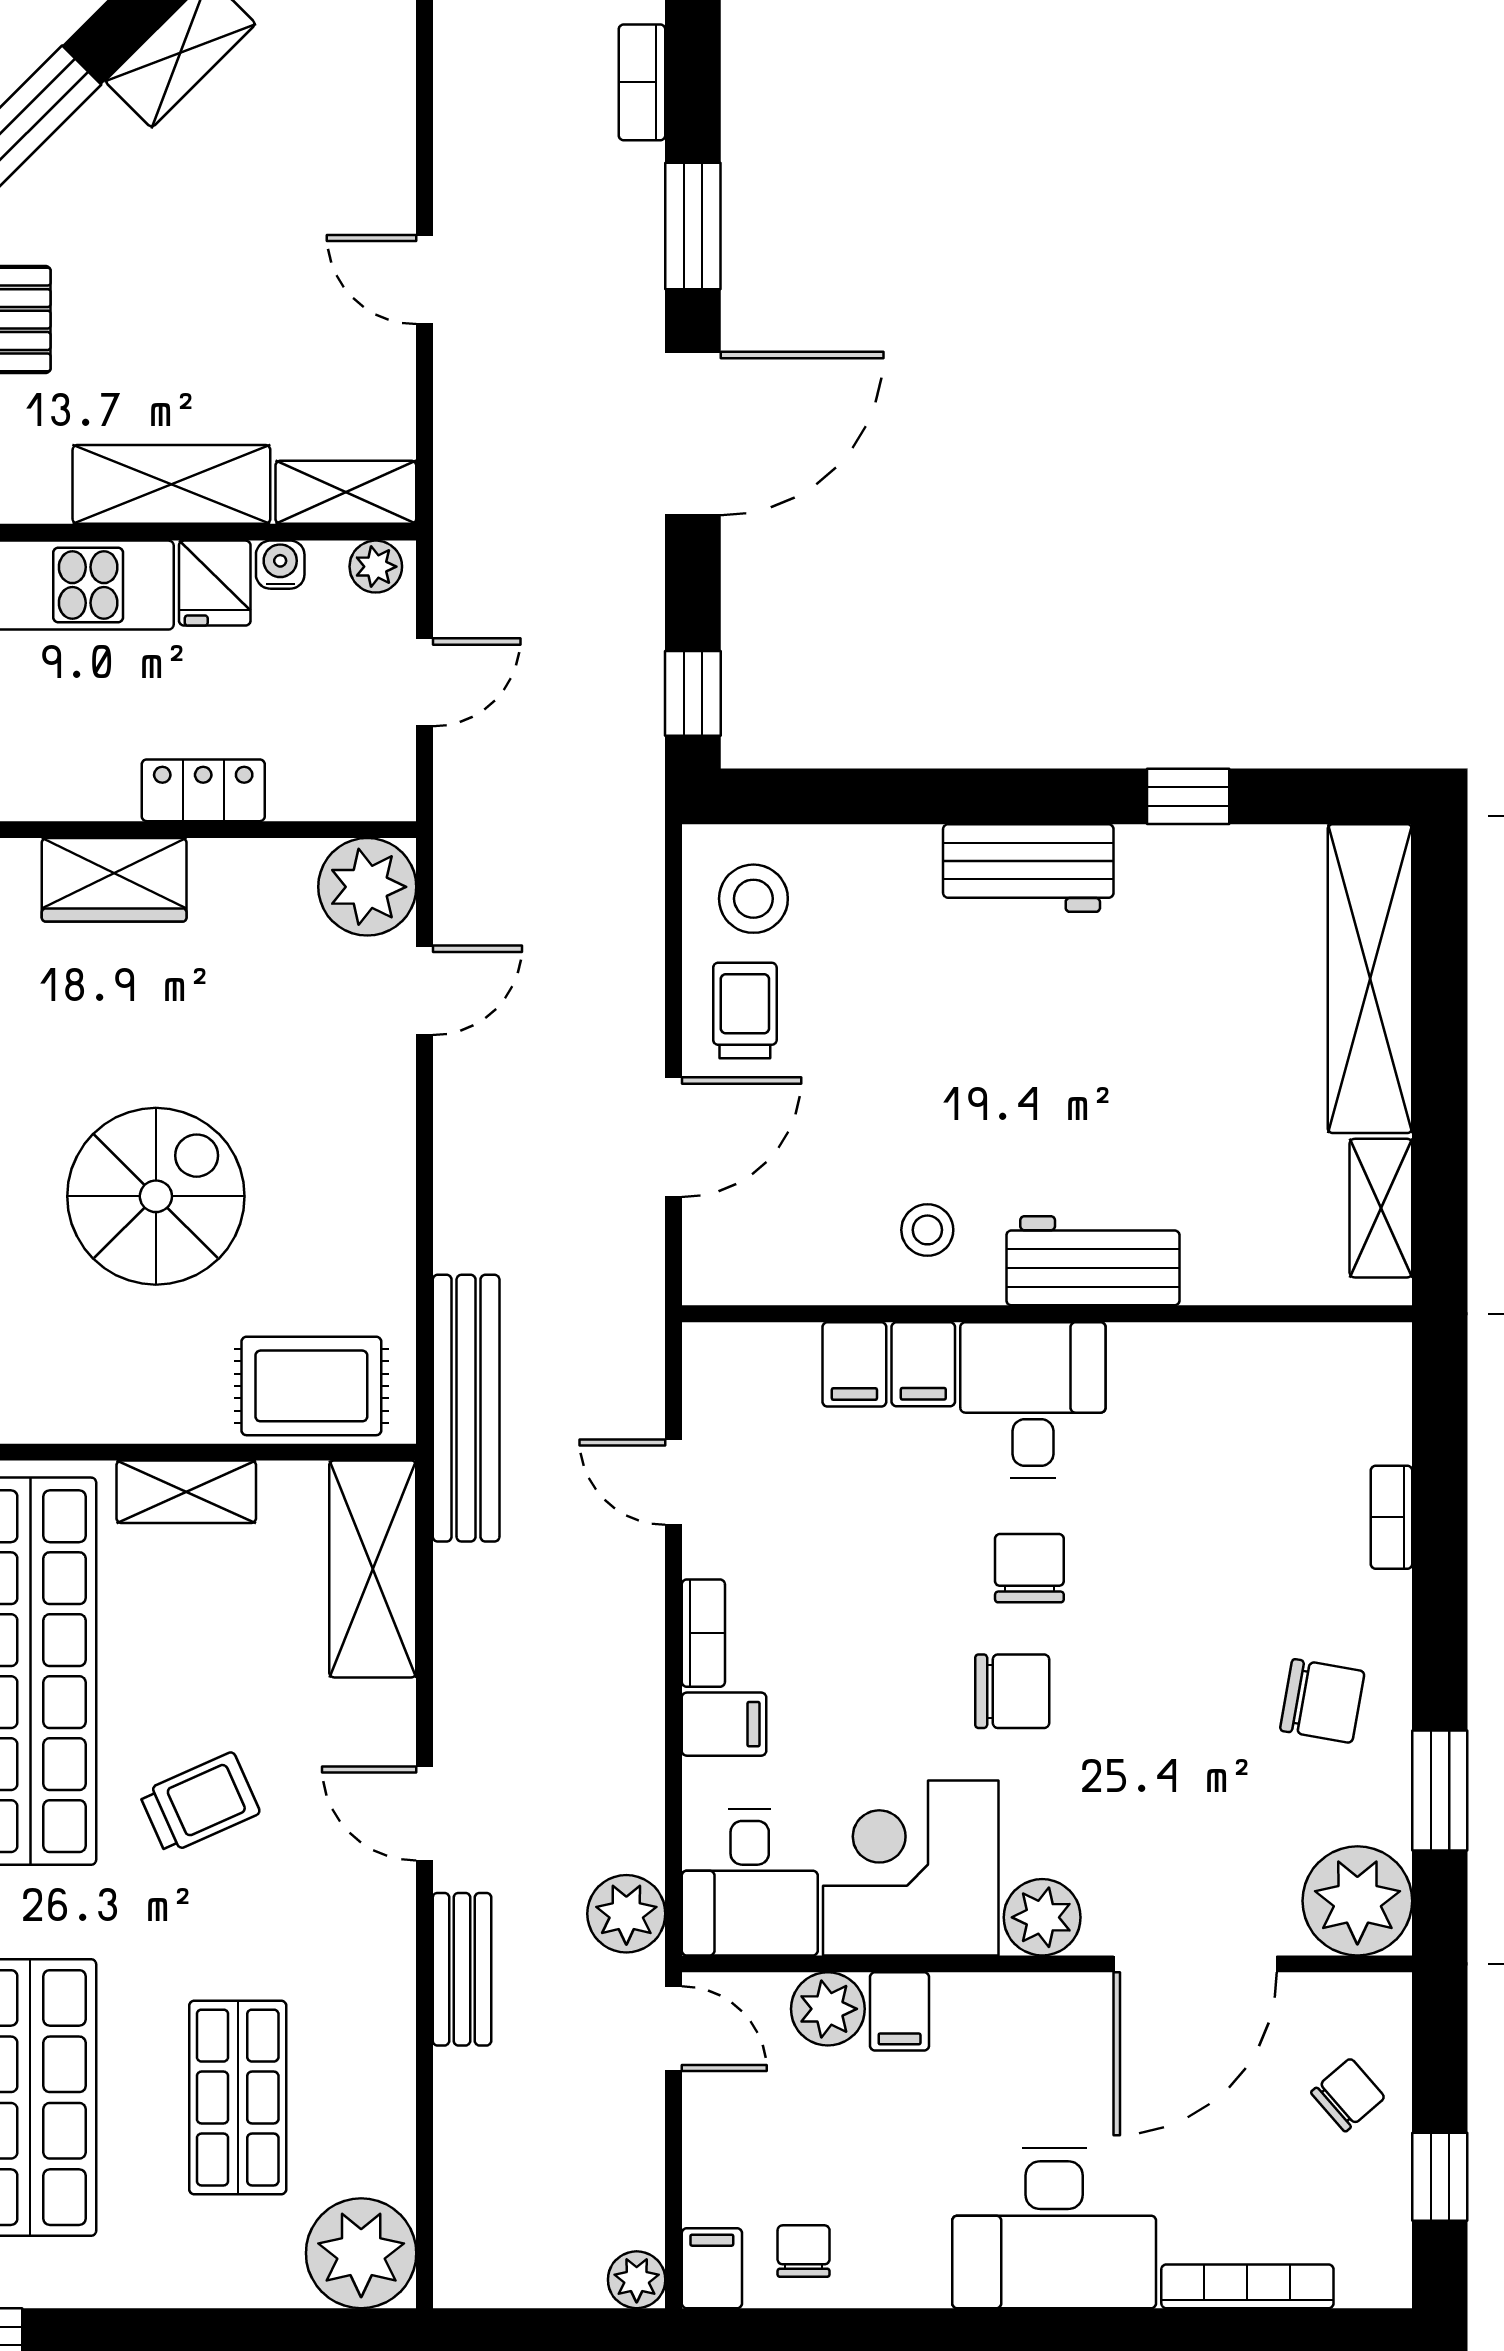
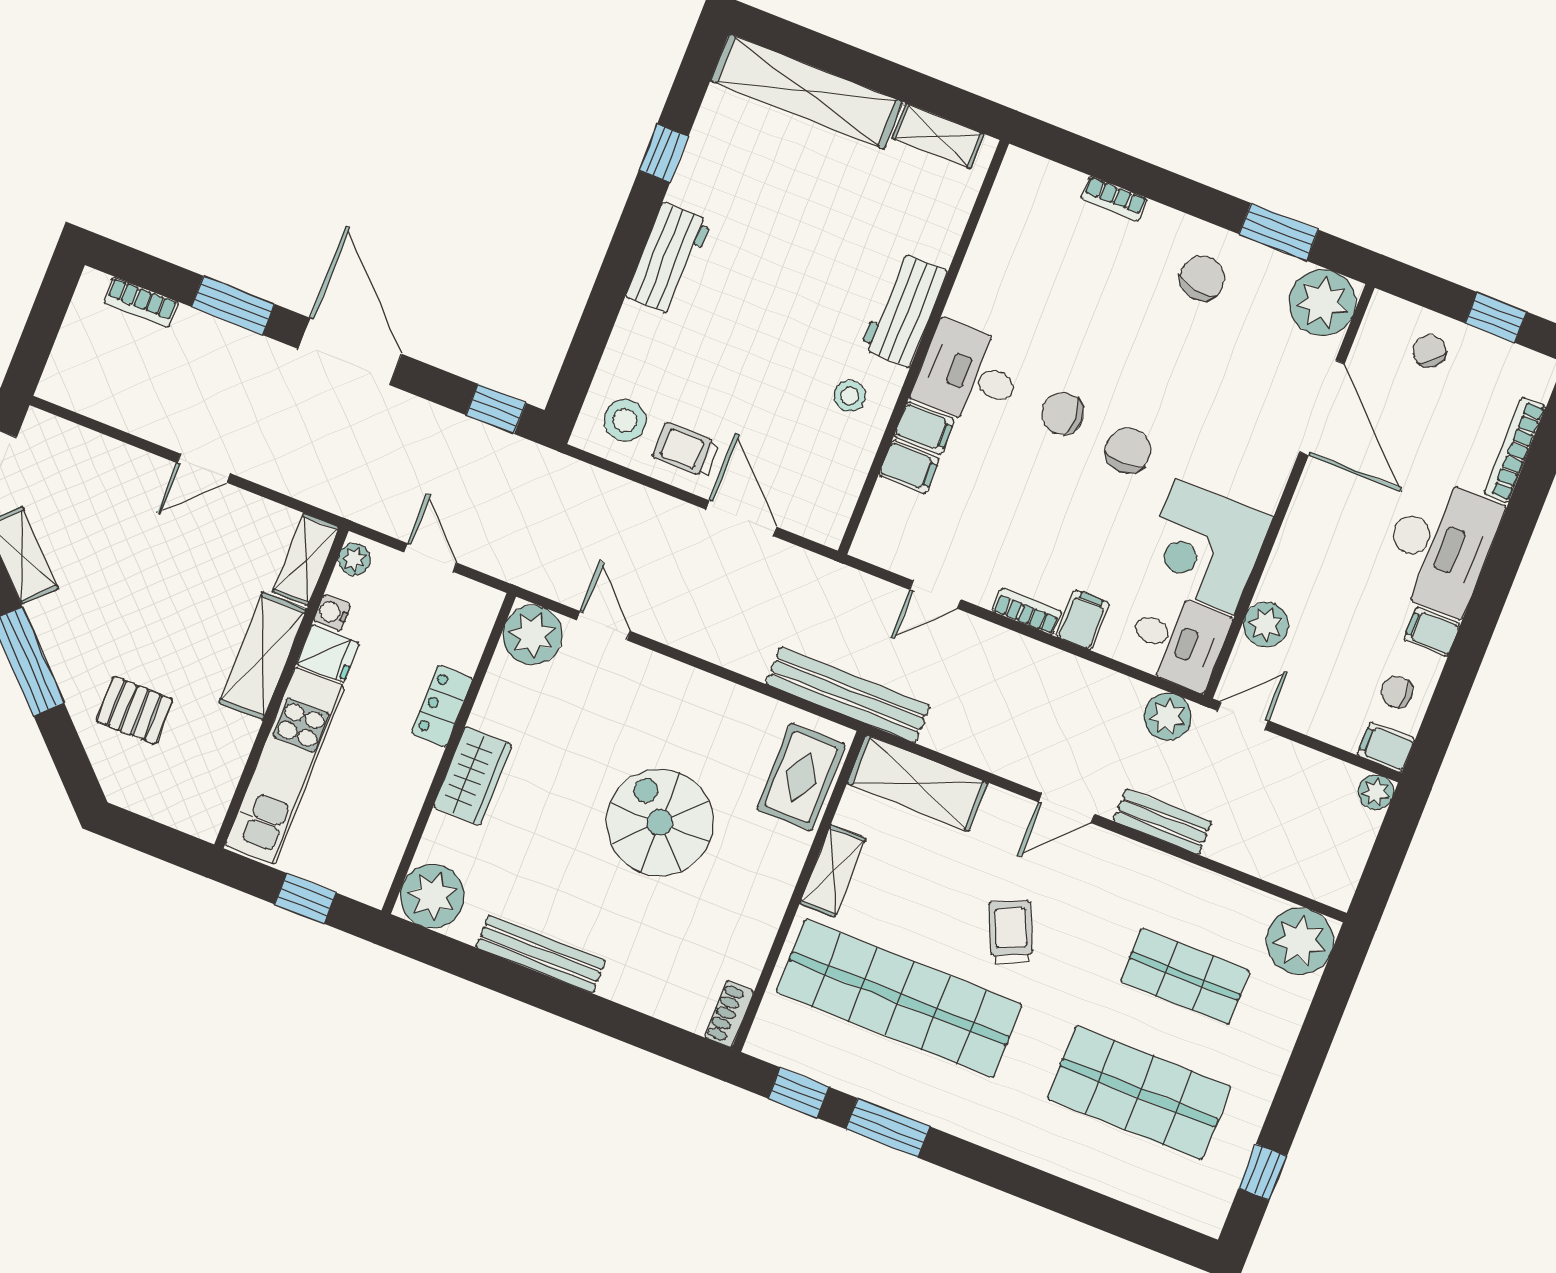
plant: (1042, 1917) -> (1262, 484), removed
filing cabinet: (900, 2011) -> (1432, 632), moved, turned 180

